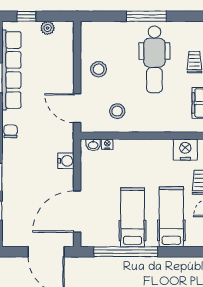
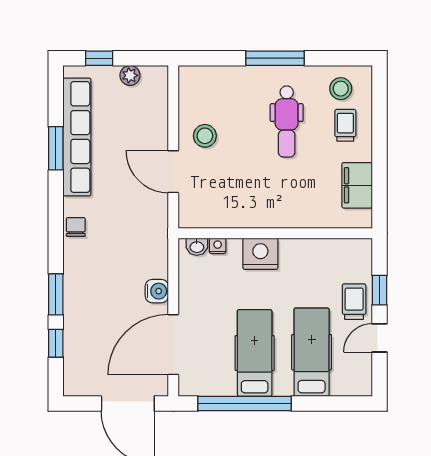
dental chair: (154, 59) -> (287, 121), width x0.73, depth x0.72
door: (77, 108) -> (173, 172), moved
stool: (117, 111) -> (341, 89), moved
nightstand: (185, 150) -> (260, 254), moved
water cooler: (66, 161) -> (157, 291), moved

